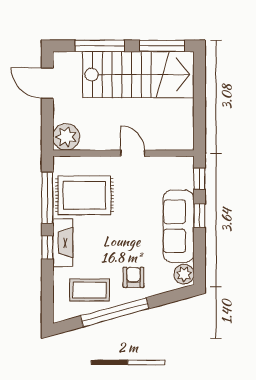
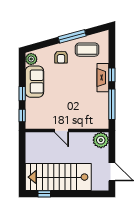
window: (100, 46) -> (81, 194), removed
window: (162, 46) -> (44, 194), width x0.46
rug: (84, 195) -> (90, 106), removed
sofa: (179, 226) -> (34, 82), width x0.73
window: (115, 312) -> (72, 36), width x0.68

